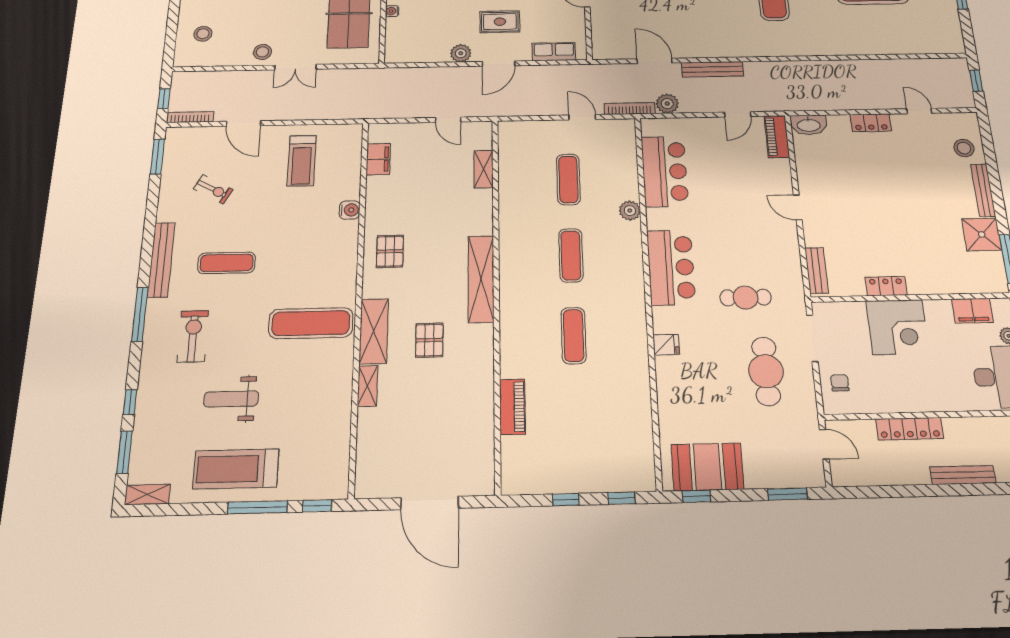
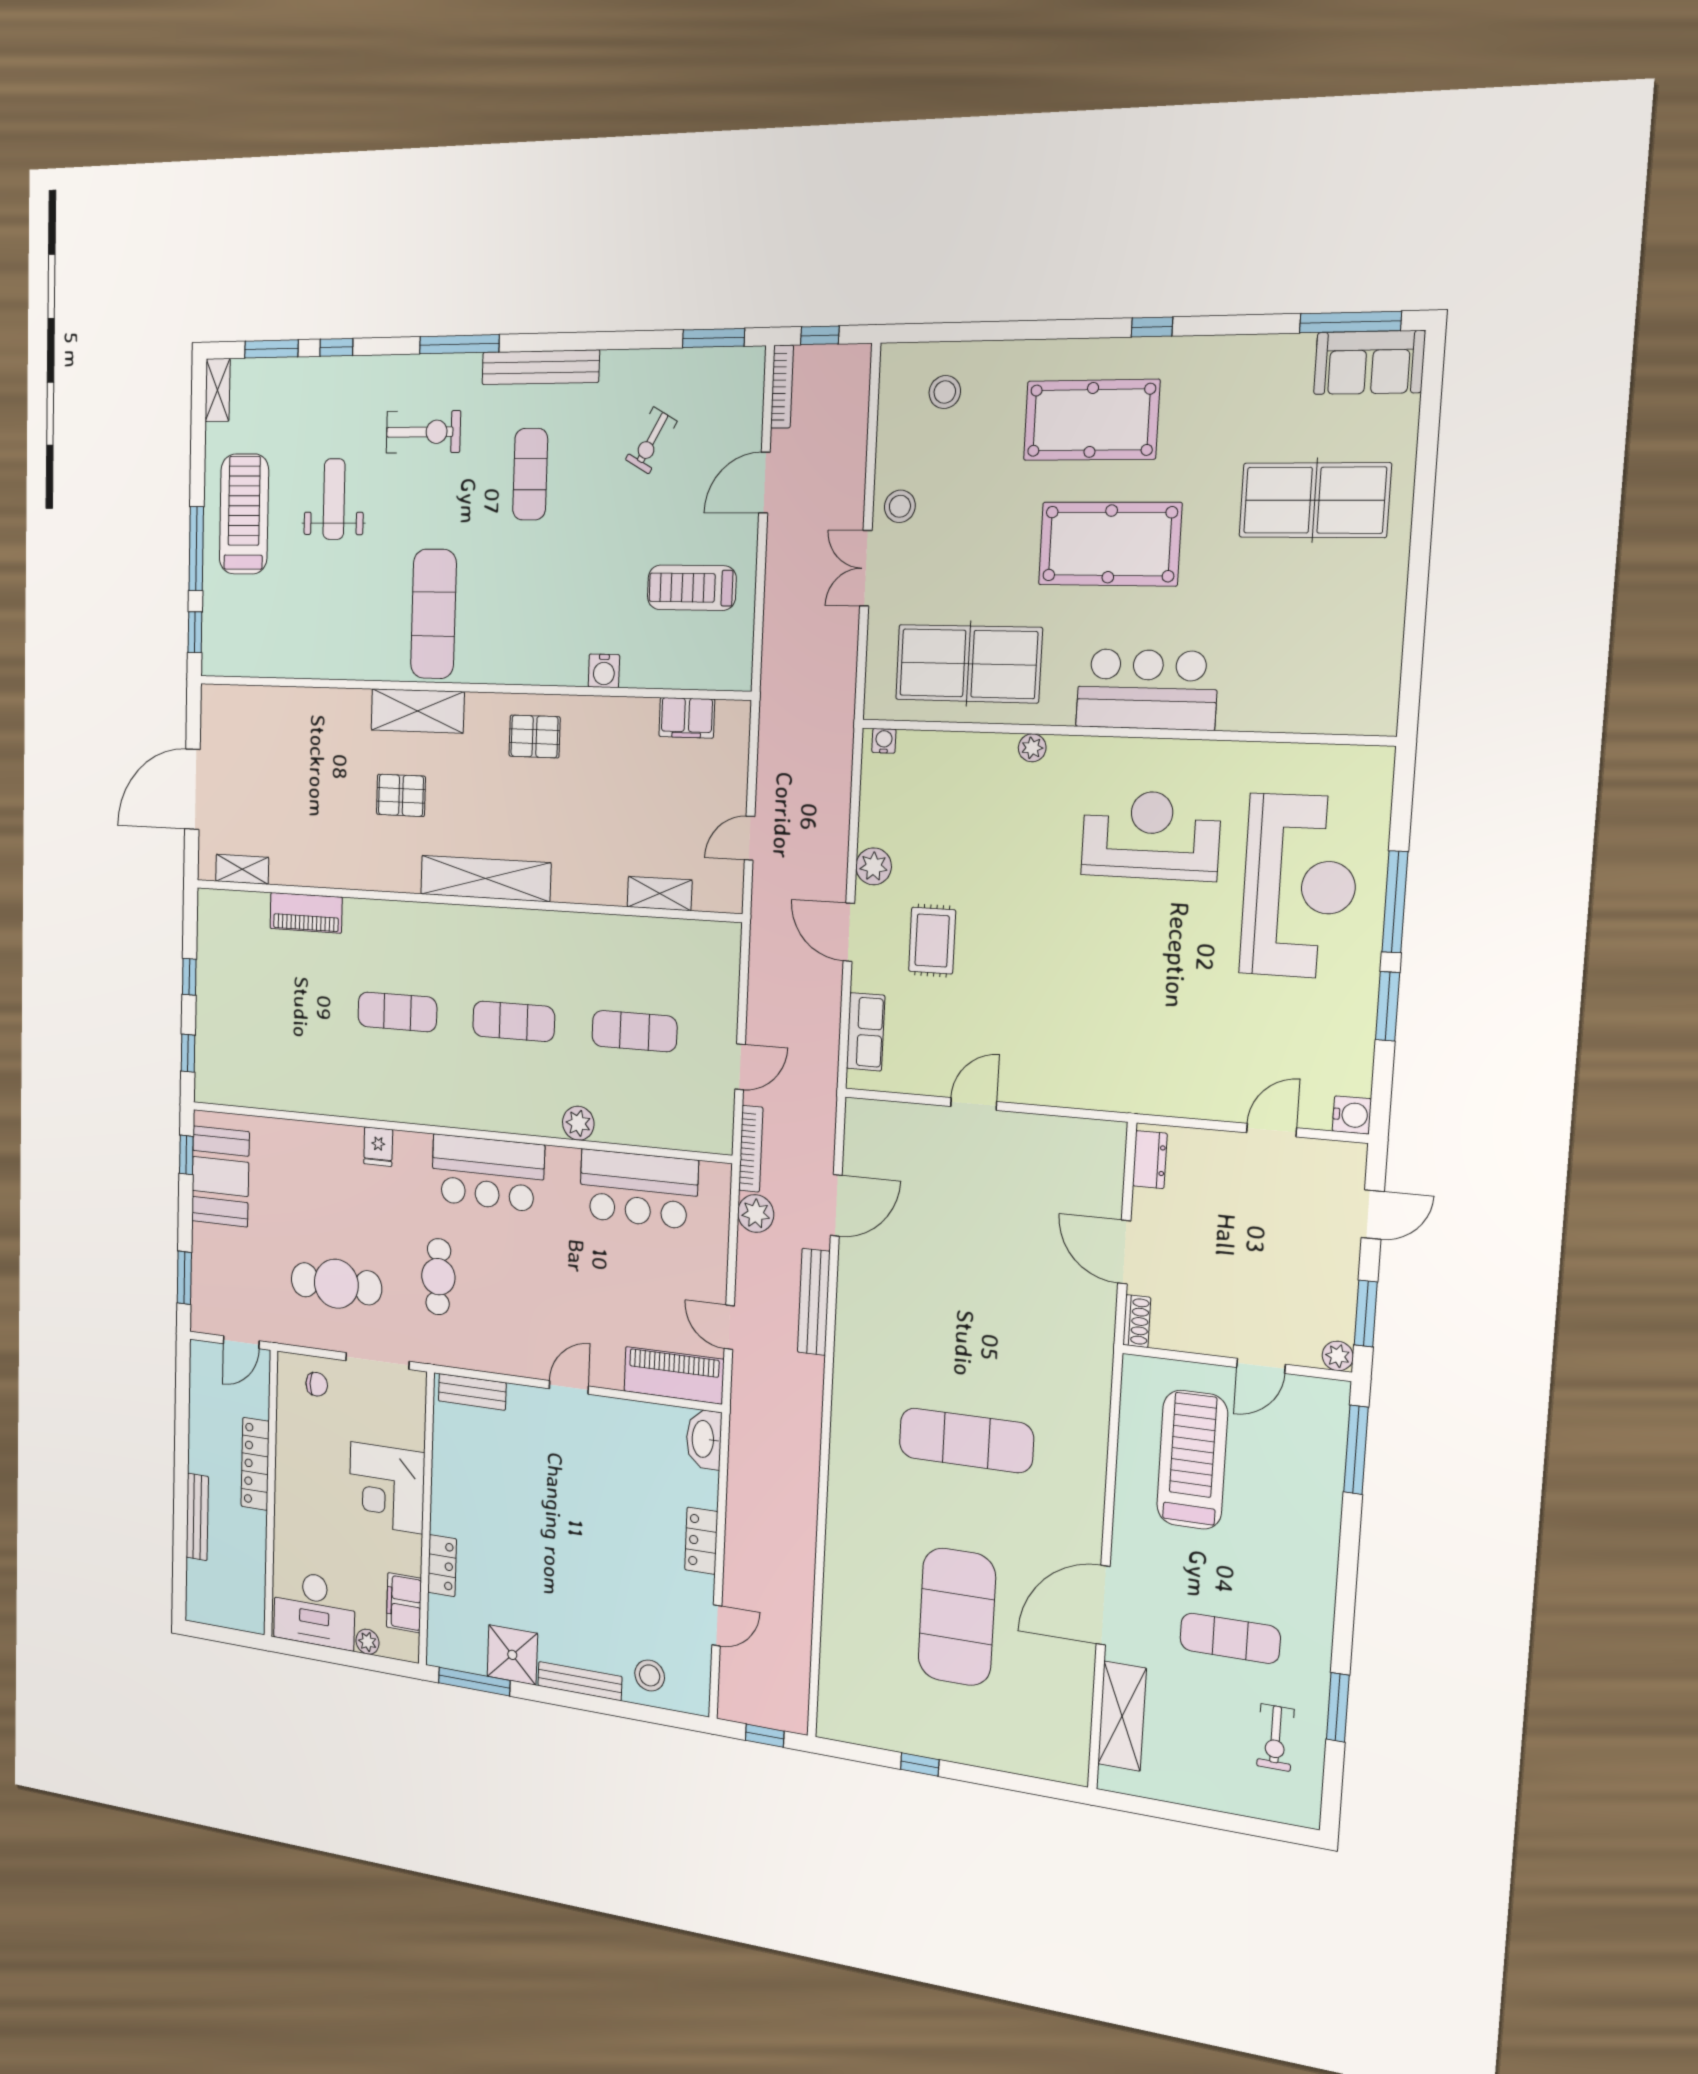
water cooler: (392, 11) -> (884, 741), moved
piano: (777, 137) -> (674, 1375), width x1.37, depth x1.33
locker: (886, 286) -> (442, 1566), moved
shelving: (368, 386) -> (242, 869), moved

